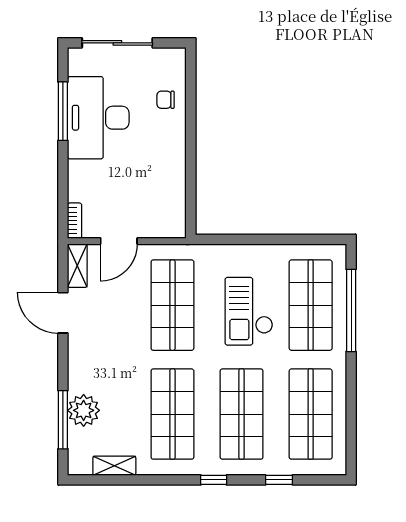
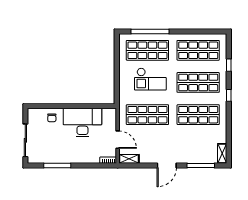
desk: (98, 118) -> (82, 123), moved, turned 180
door: (63, 313) -> (167, 166), moved
plant: (84, 410) -> (196, 156), removed
shelving: (114, 466) -> (222, 153), moved

